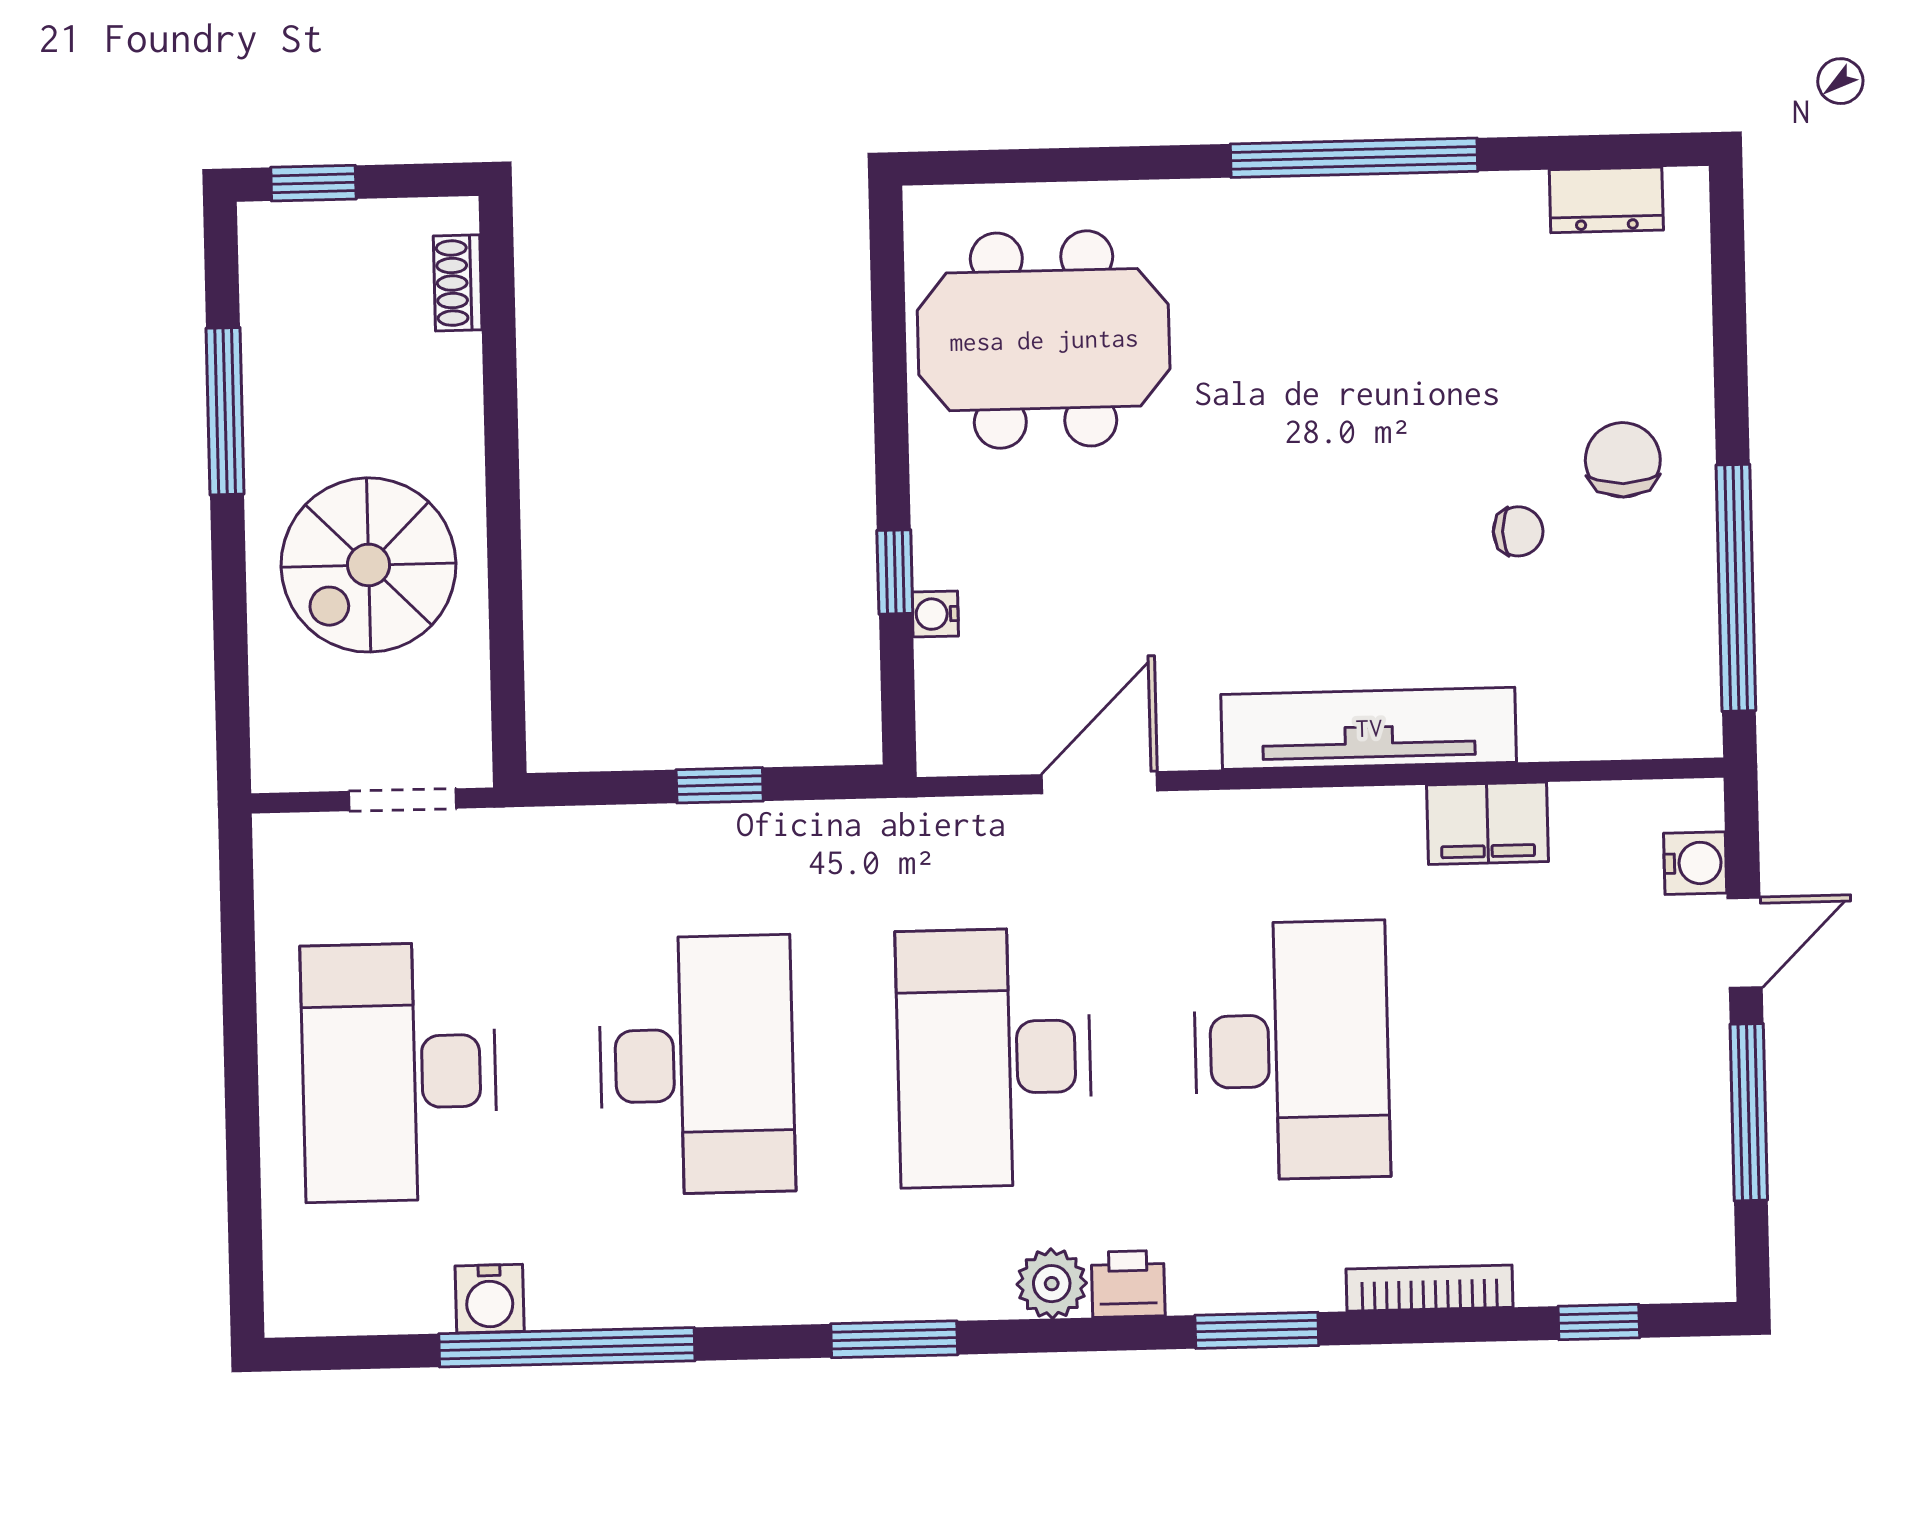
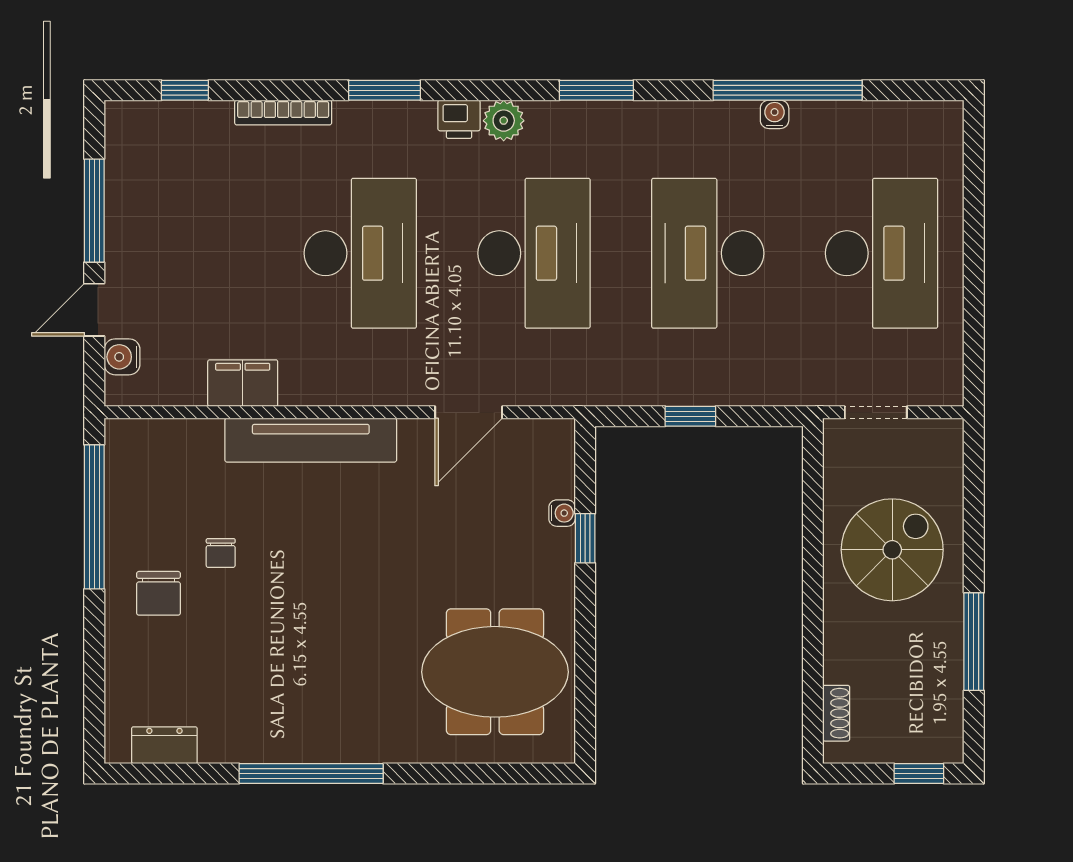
chair: (1518, 531) -> (221, 553), turned -90
desk: (1292, 1050) -> (360, 253), turned 180
water cooler: (490, 1299) -> (775, 114), moved, width x0.72, depth x0.72

